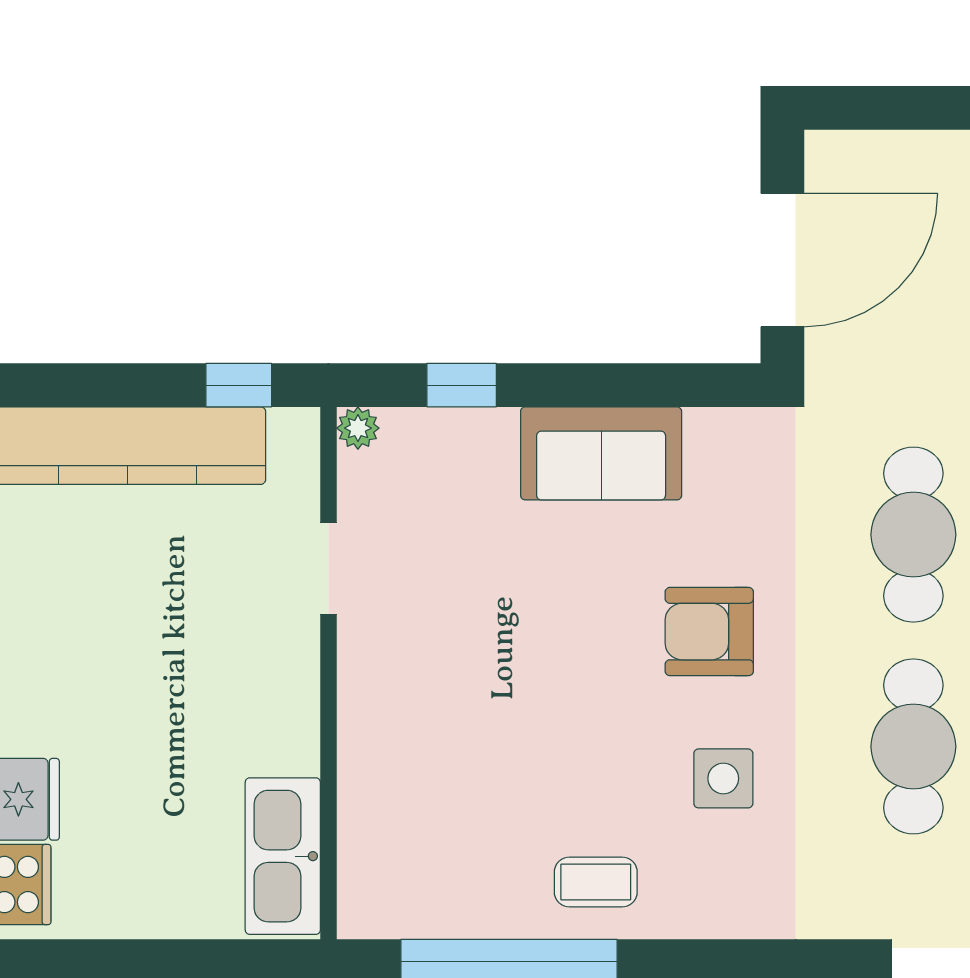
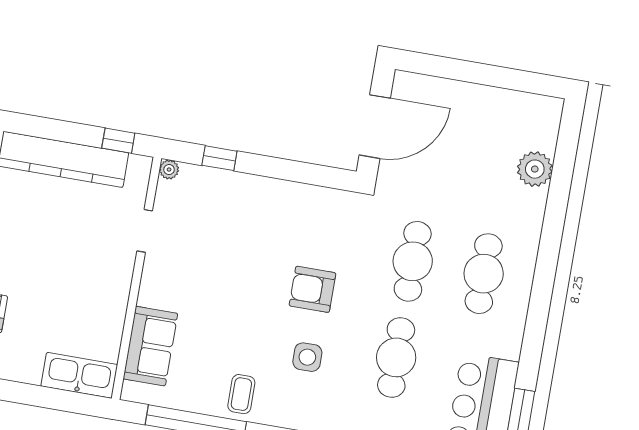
sofa: (601, 453) -> (150, 346), moved, turned -90
kitchen sink: (283, 856) -> (79, 375), moved, turned 90
coffee table: (596, 882) -> (241, 394), turned 90

